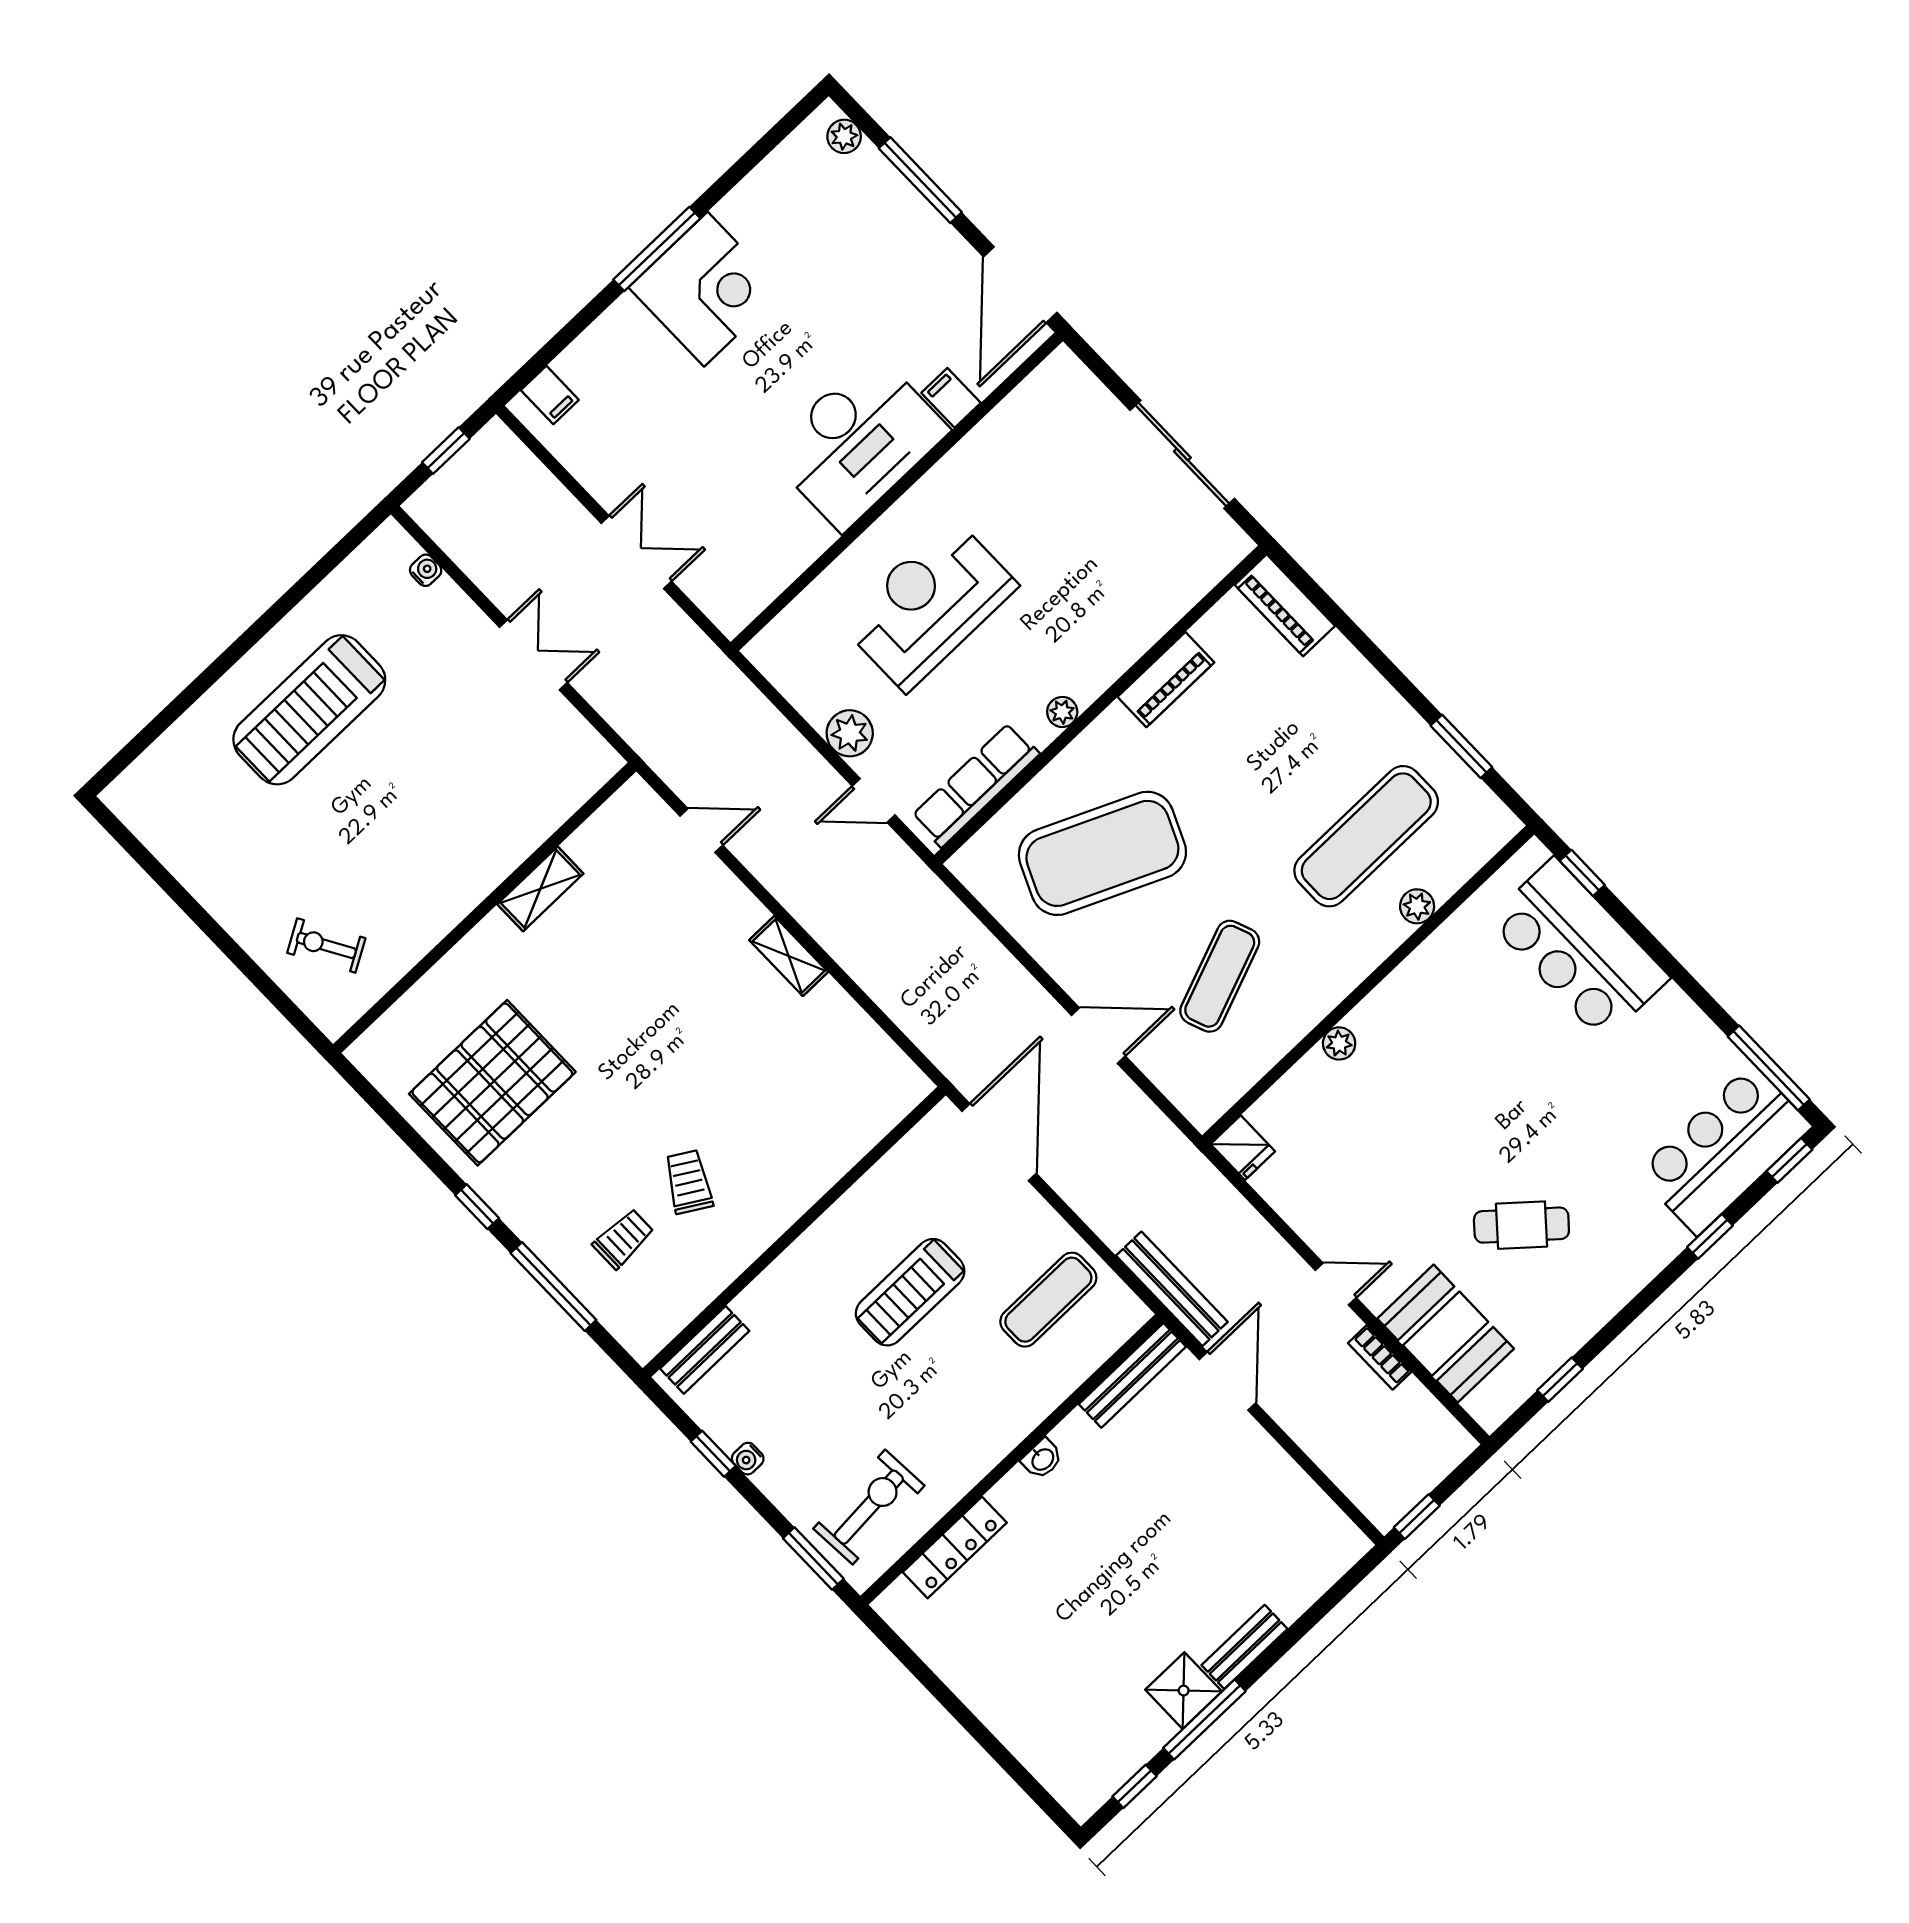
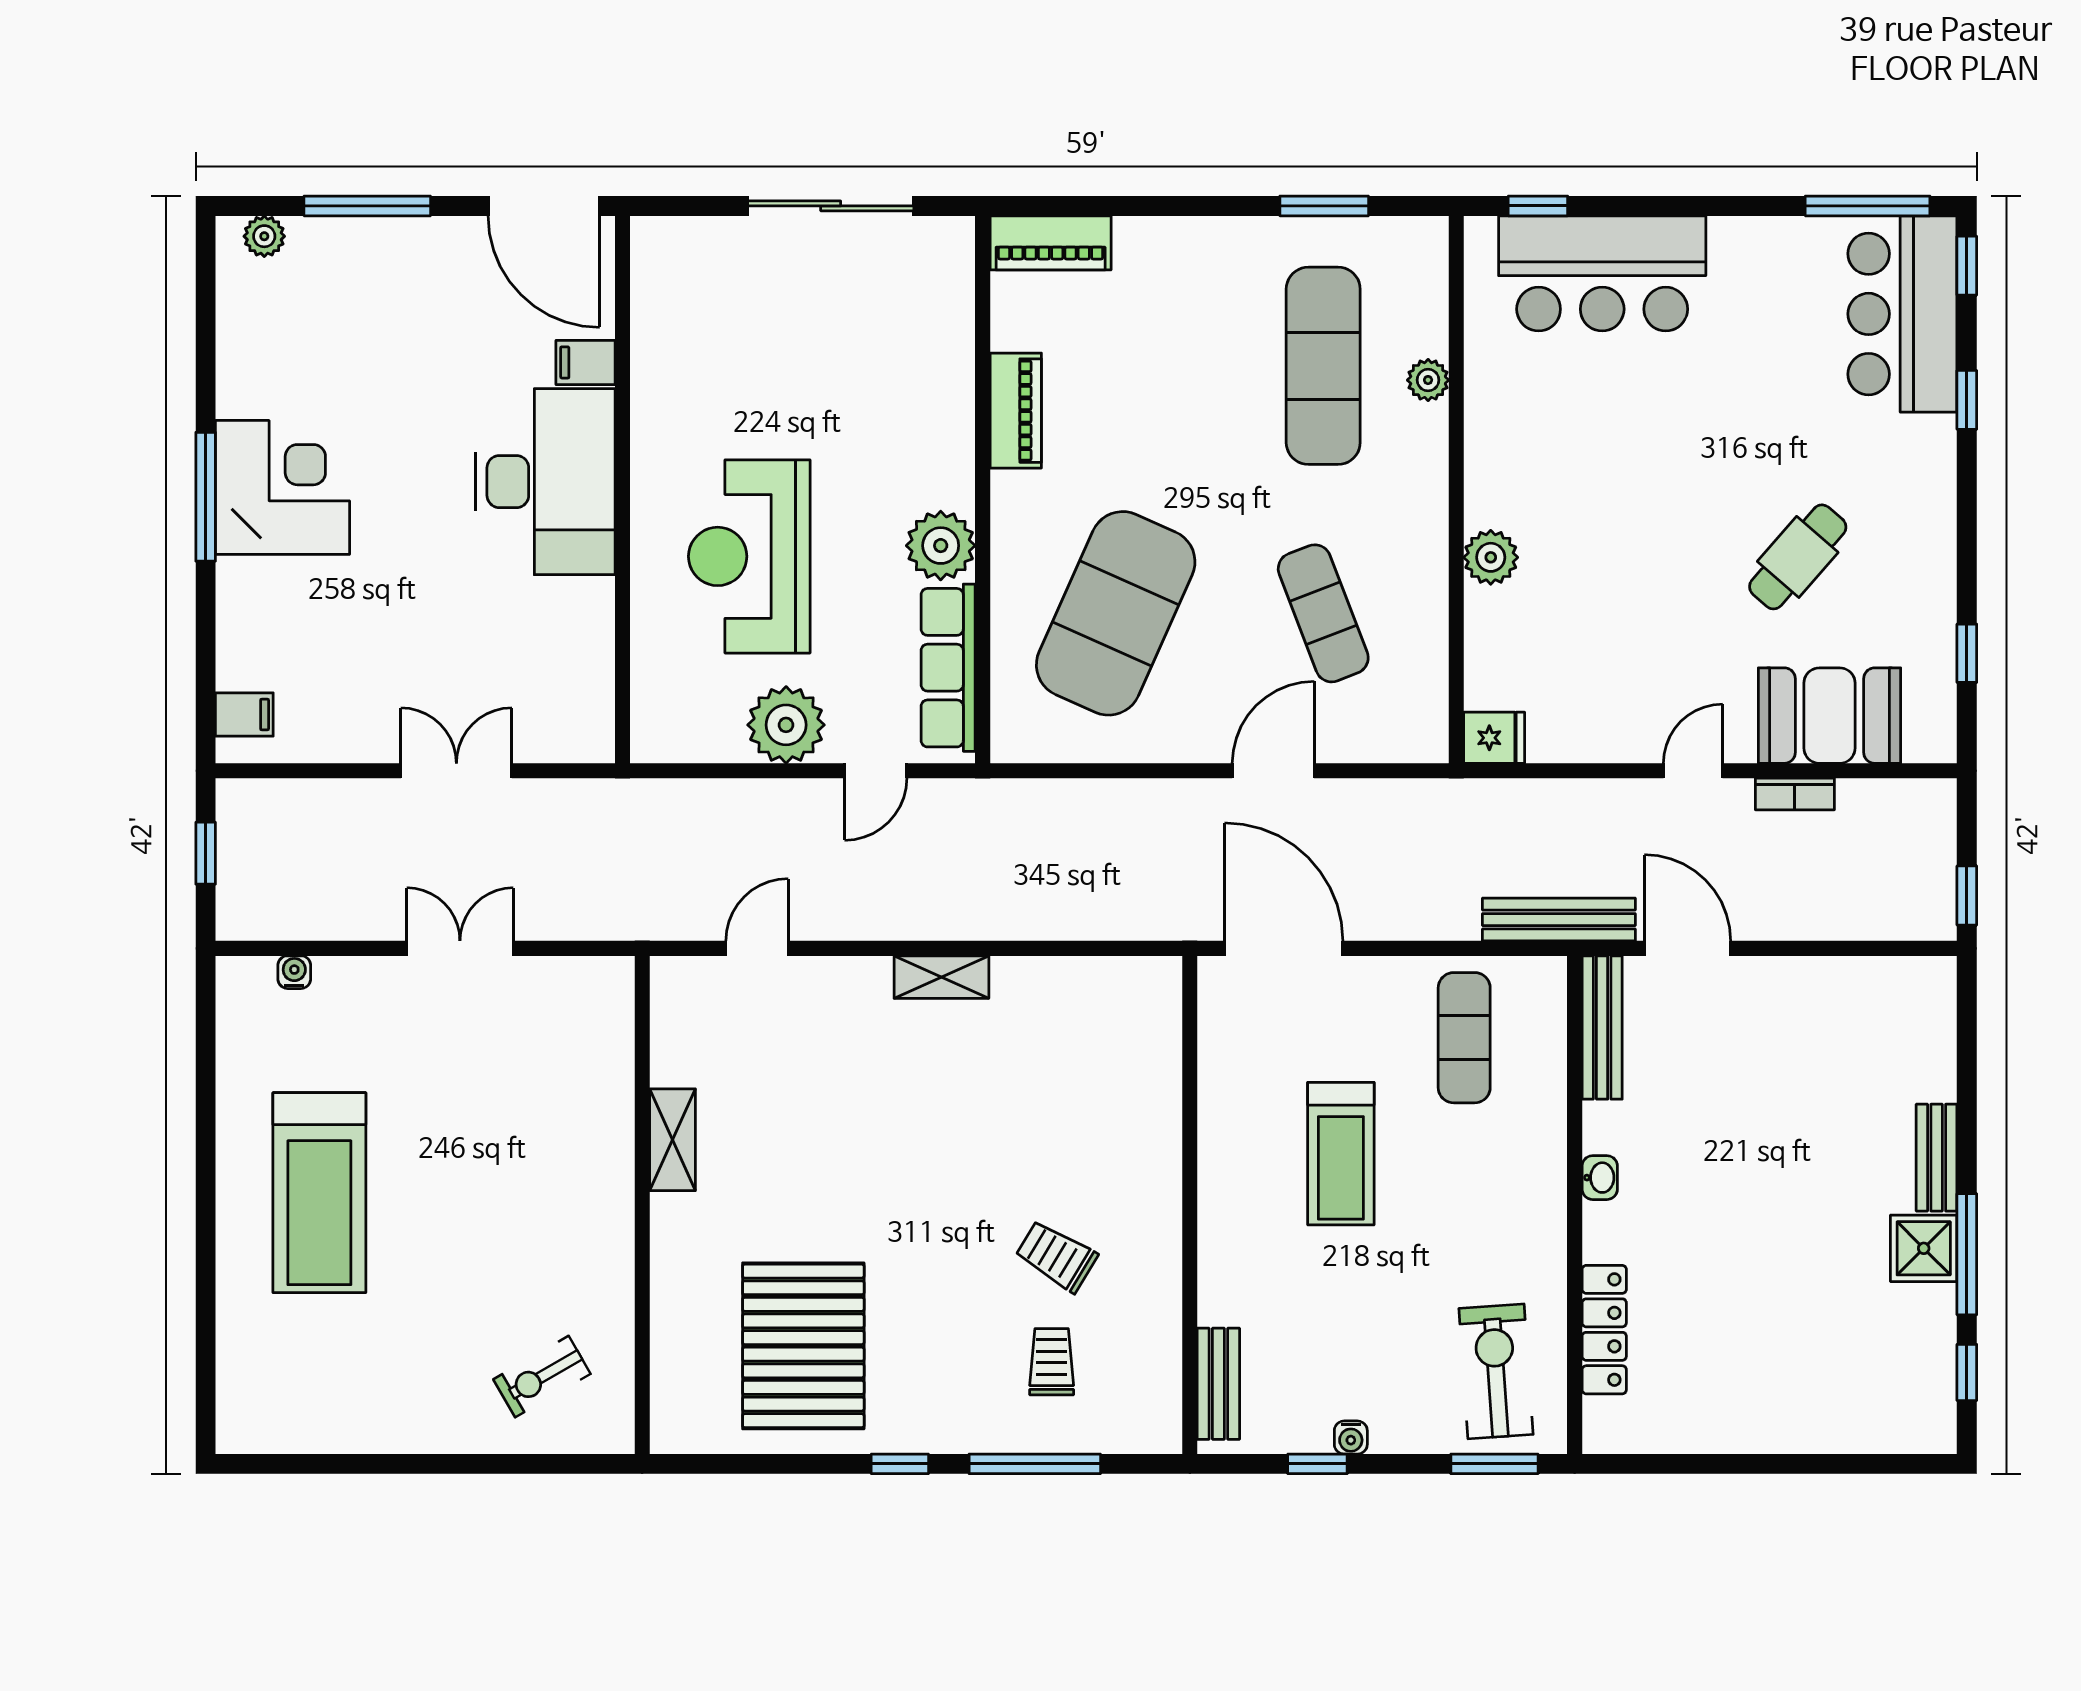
plant: (1062, 712) -> (941, 546), width x1.88, depth x1.88
plant: (850, 733) -> (786, 725), width x1.36, depth x1.36
plant: (1339, 1043) -> (1491, 557), width x1.38, depth x1.38

